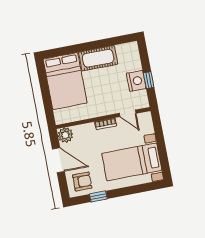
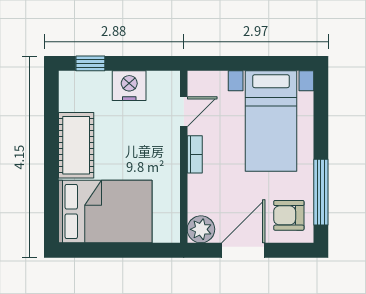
window: (149, 80) -> (90, 63), moved
armchair: (82, 181) -> (289, 215), turned -90
window: (98, 196) -> (321, 192), width x2.17

